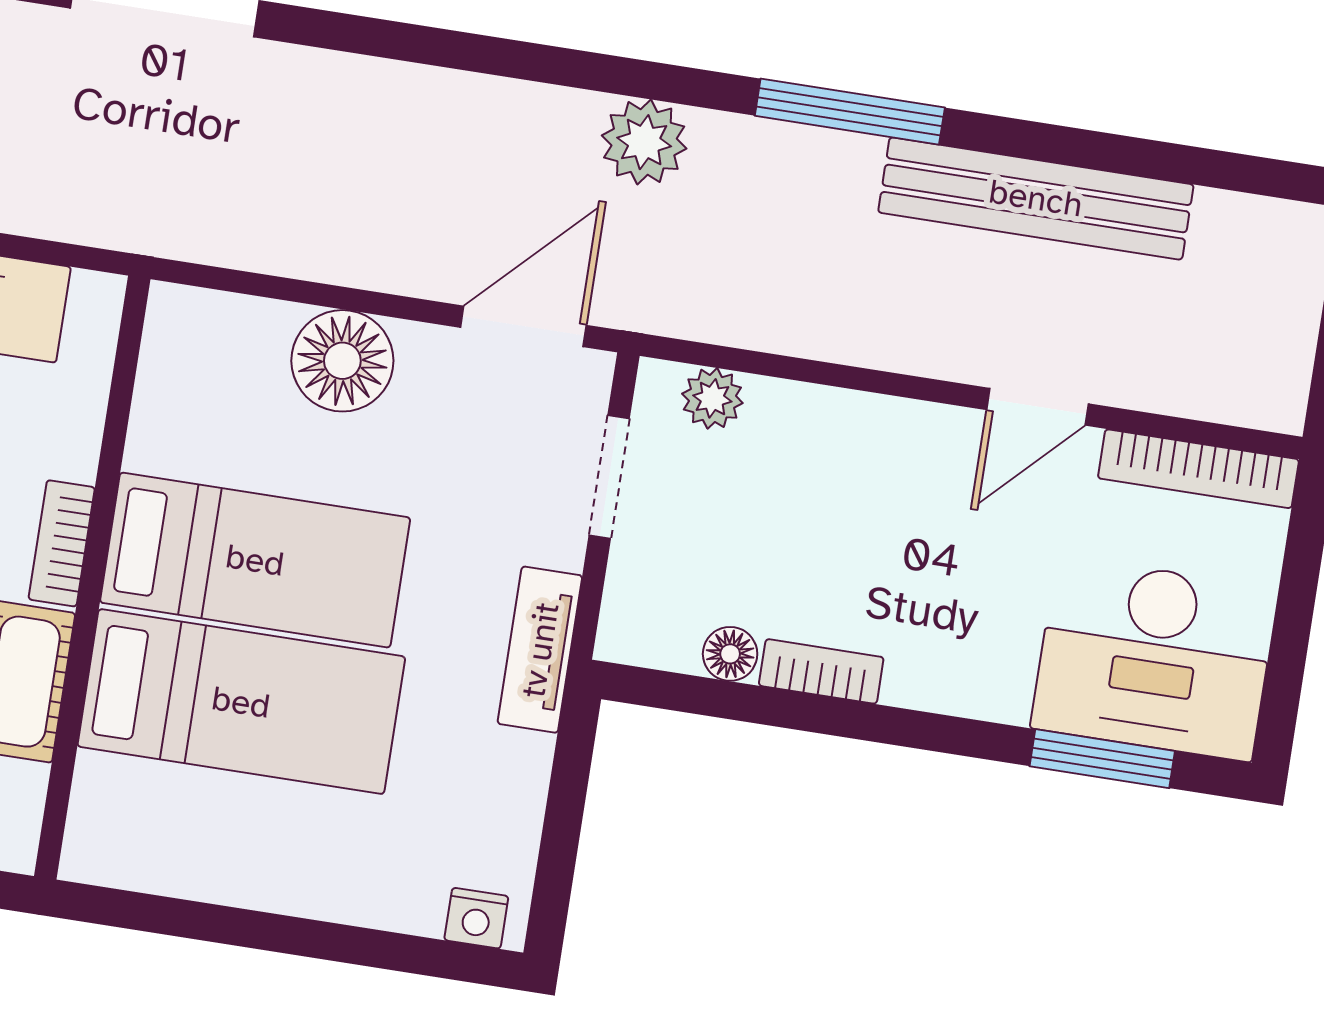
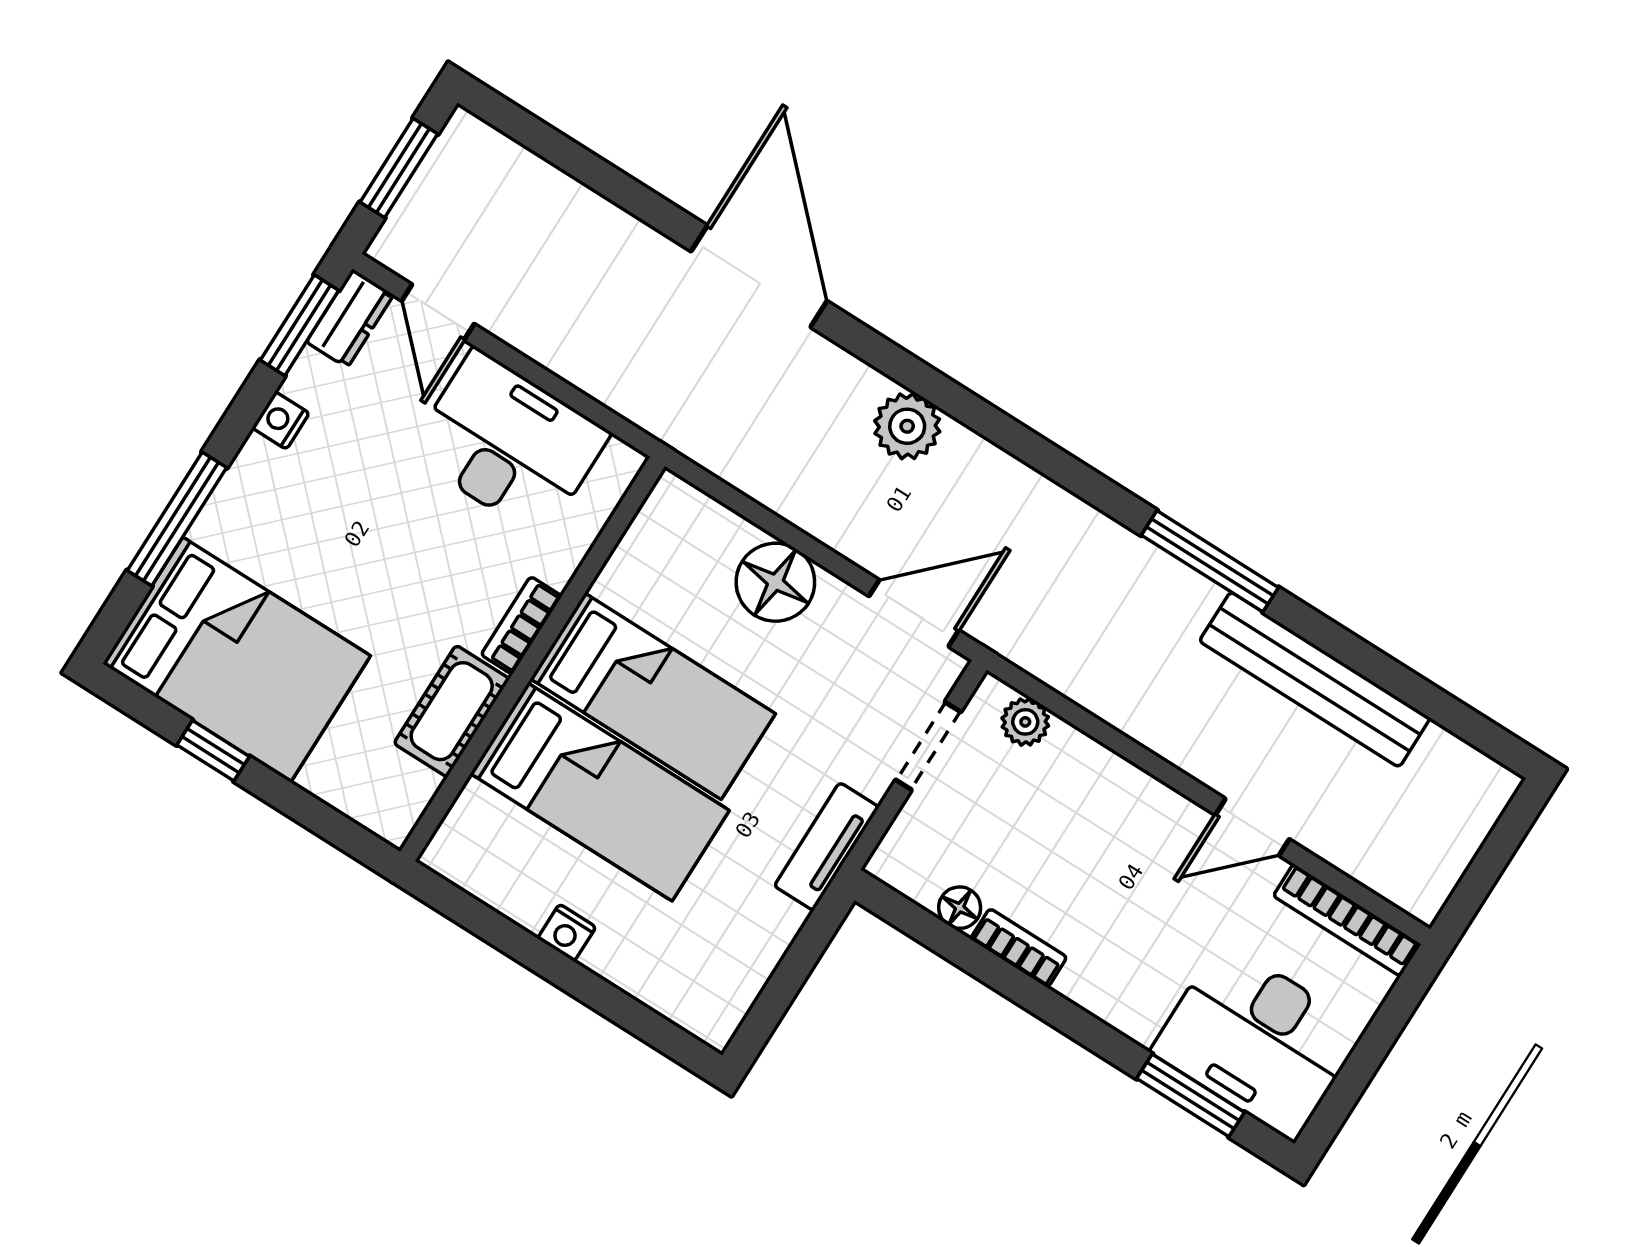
plant: (644, 142) -> (907, 426), moved
nightstand: (476, 918) -> (567, 933), moved

